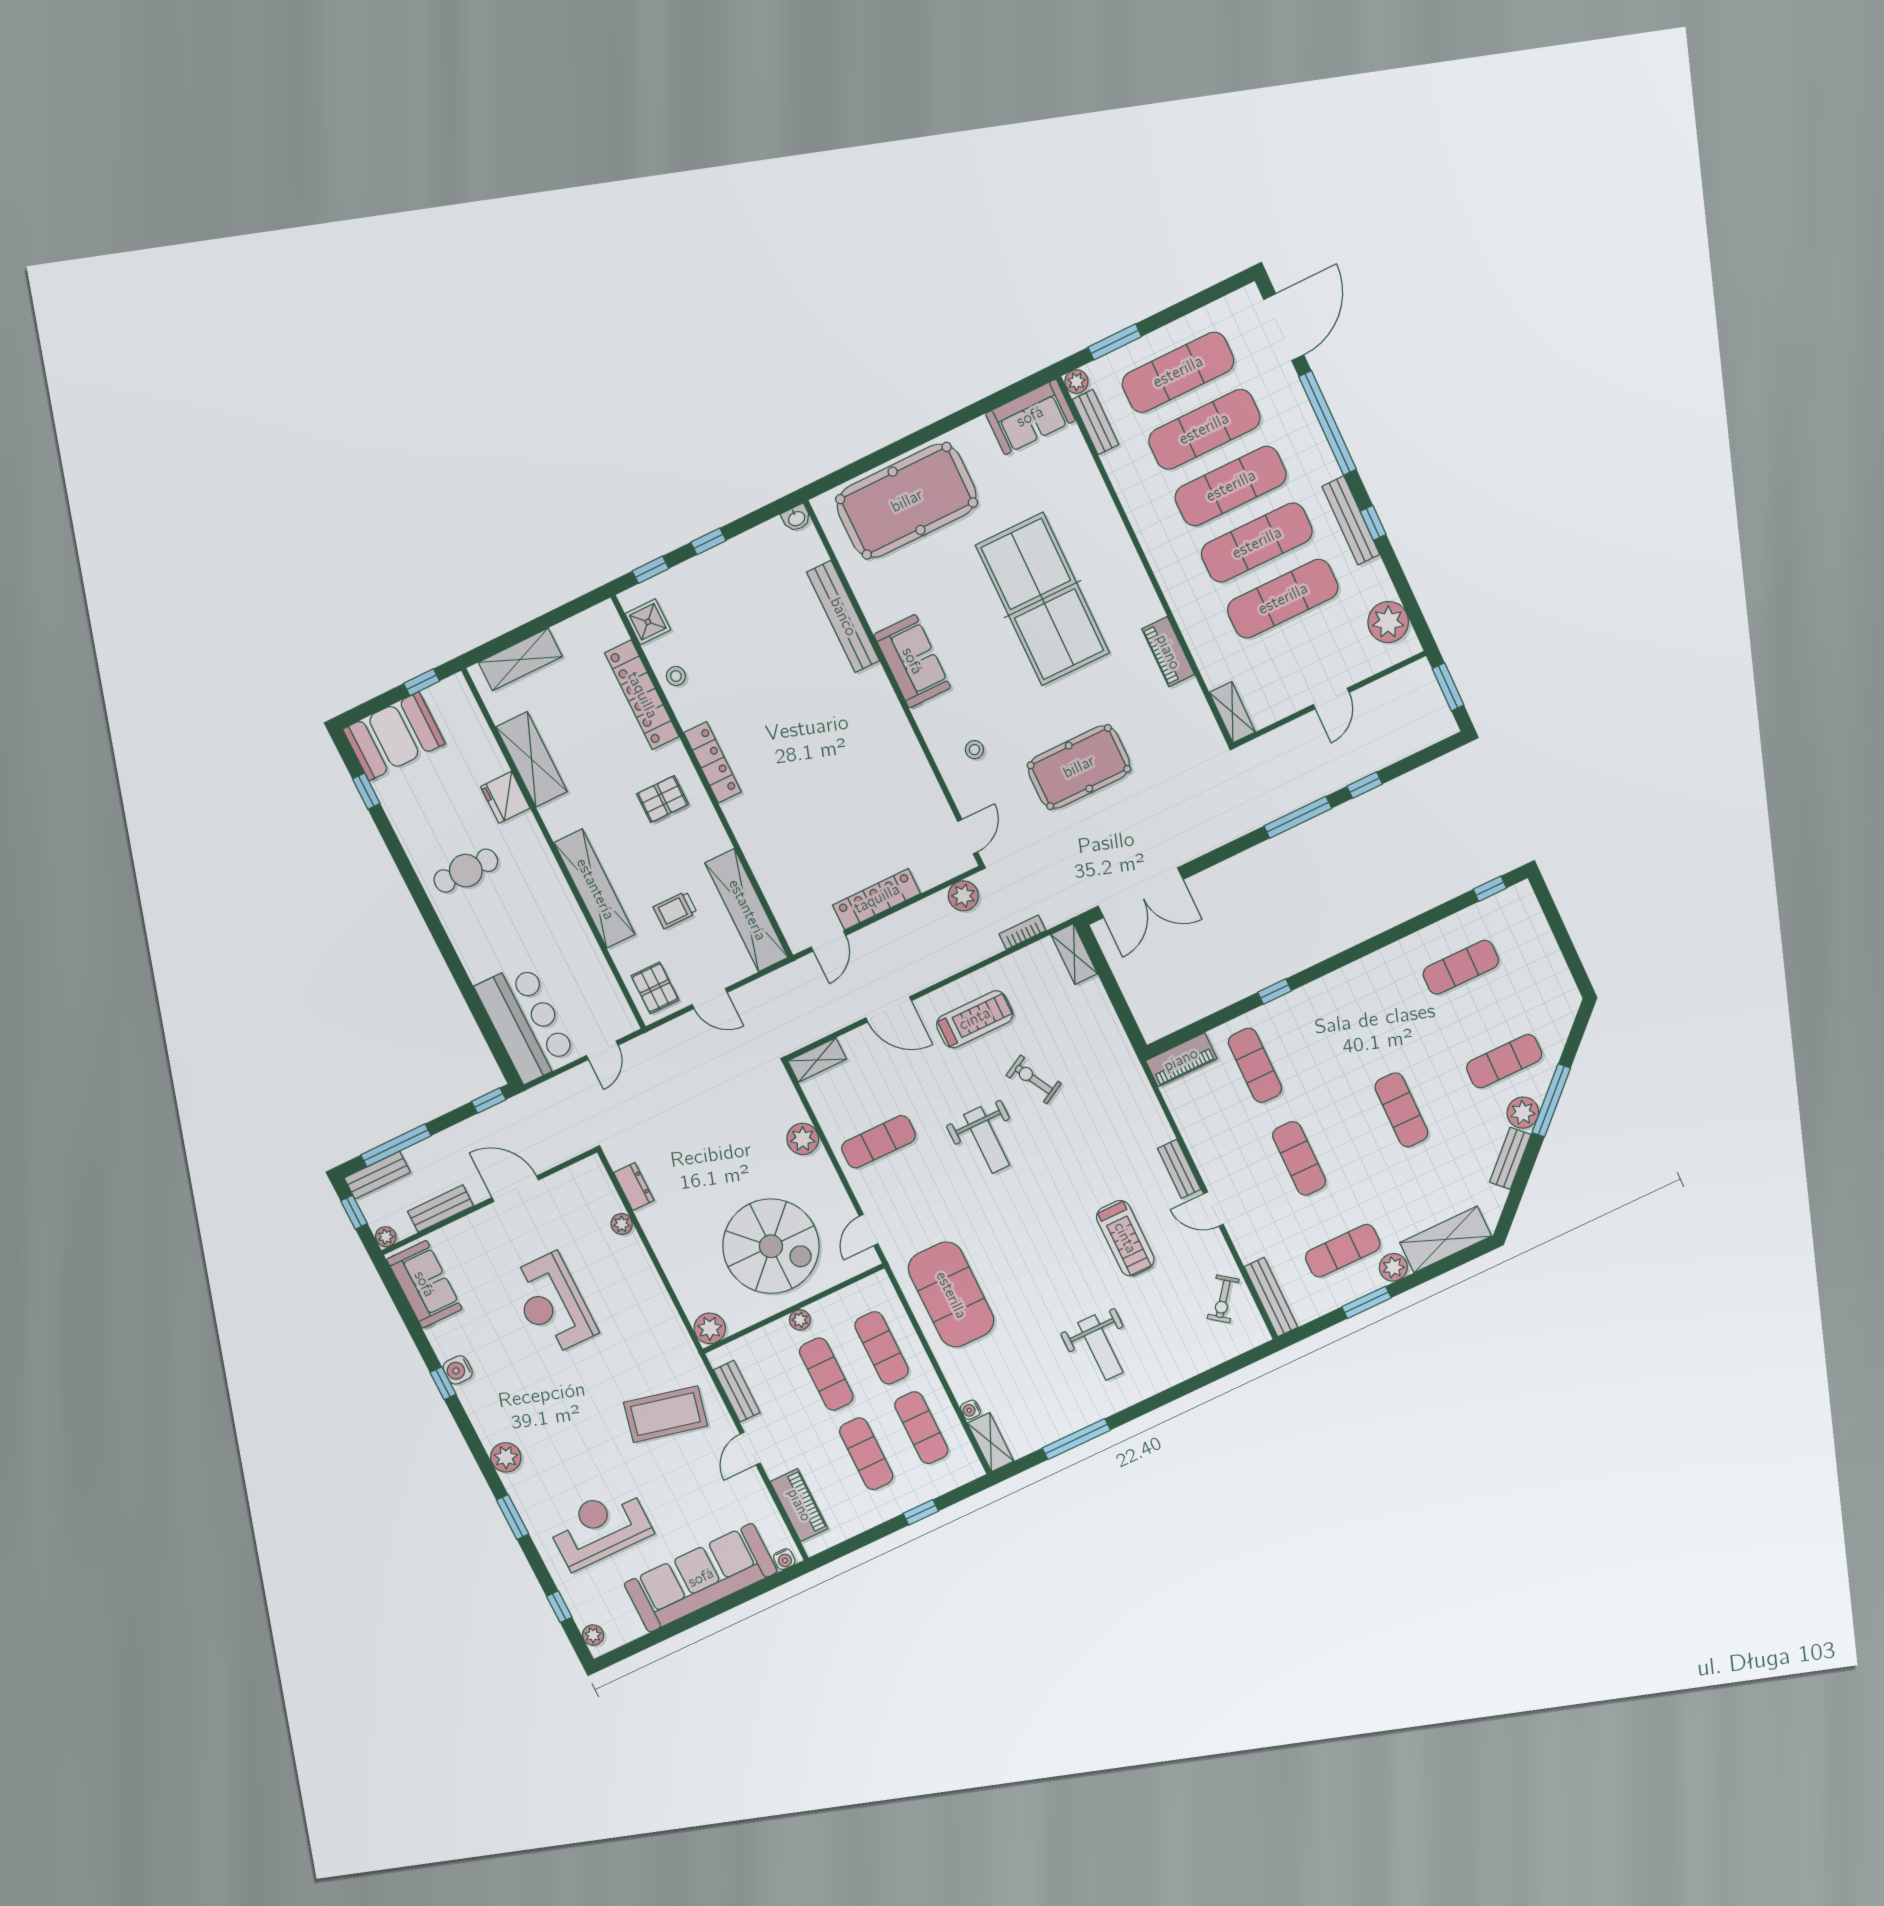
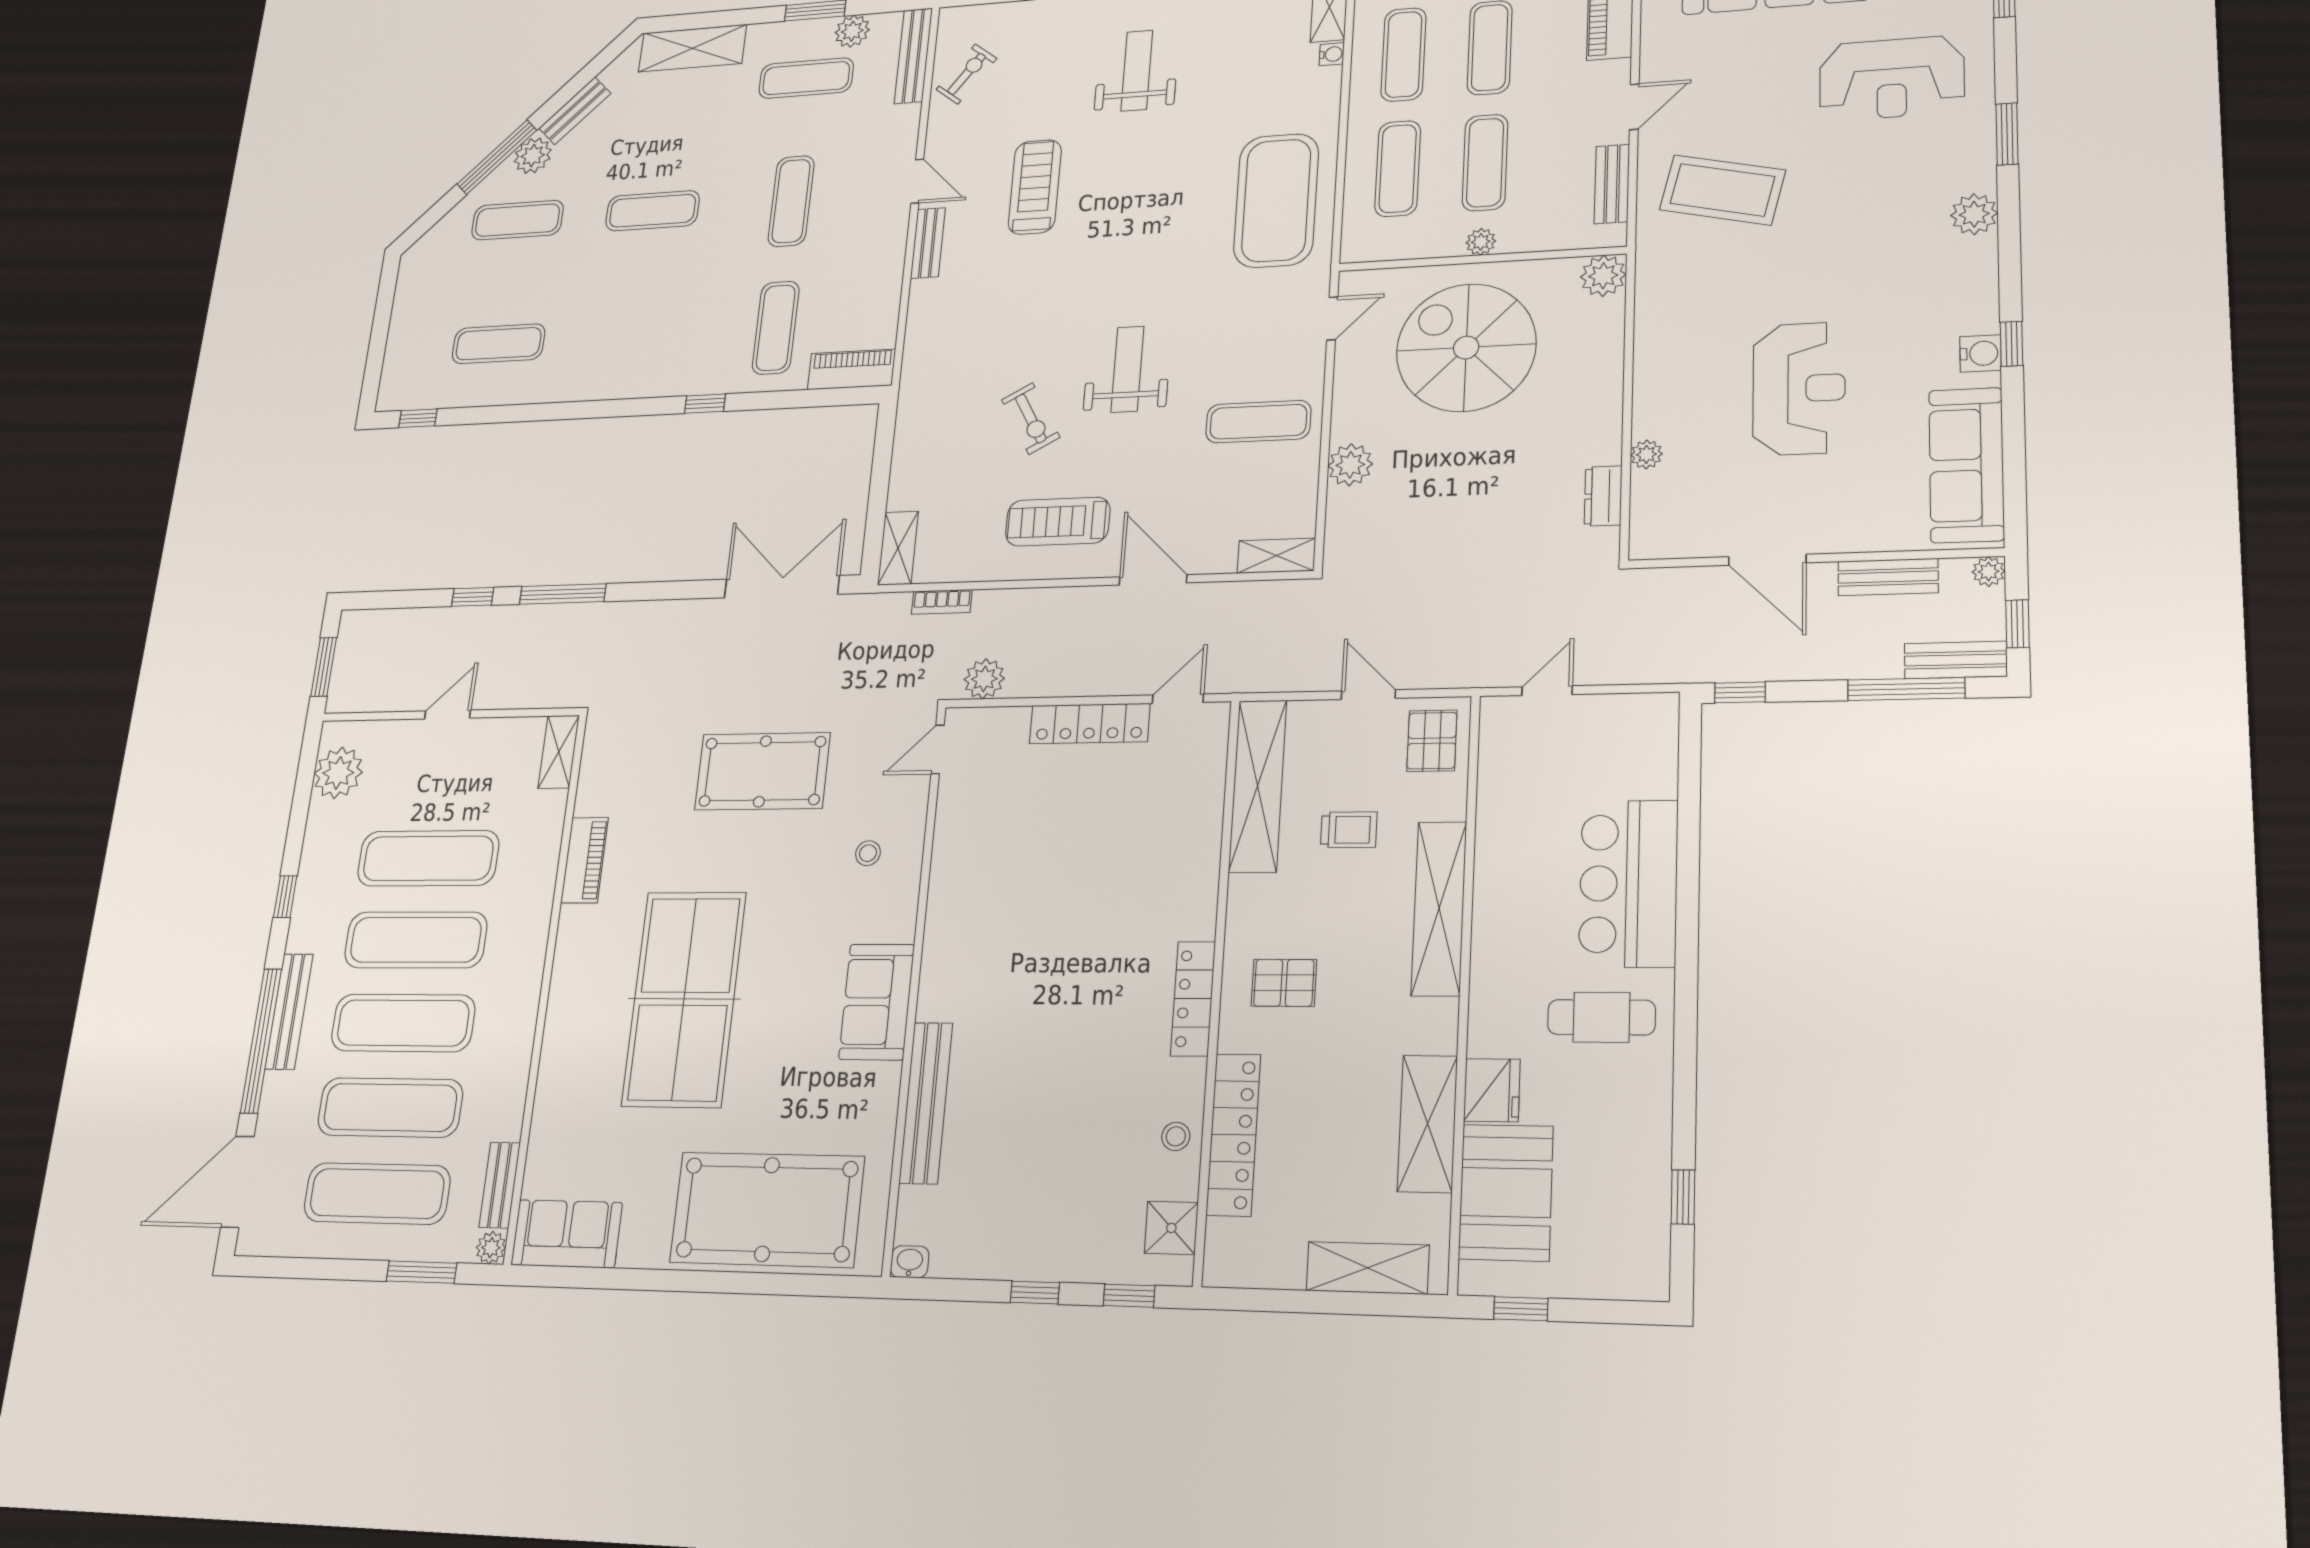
bench: (1351, 520) -> (289, 1011), moved
booth: (394, 736) -> (1506, 1192), moved, turned 90
bar counter: (526, 1023) -> (1628, 883), moved
exercise mat: (1401, 1110) -> (652, 211), turned 90
plant: (1393, 1267) -> (852, 31), moved
sofa: (424, 1284) -> (1966, 465), width x1.36

